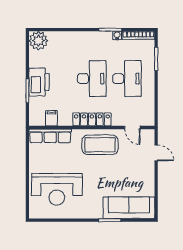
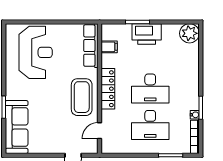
reception desk: (57, 189) -> (36, 52), turned 180

